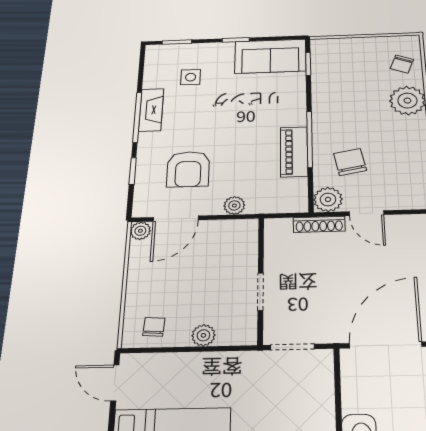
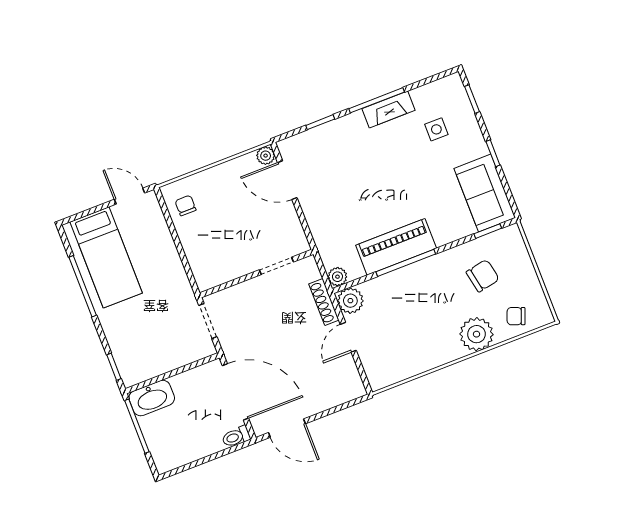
piano: (294, 152) -> (396, 247), width x1.37, depth x1.33
chair: (350, 162) -> (483, 276), moved
armchair: (188, 169) -> (339, 170), removed
plant: (234, 205) -> (337, 277), moved
doorway: (261, 291) -> (276, 266), moved
chair: (154, 327) -> (186, 205), turned -94
plant: (203, 335) -> (193, 248), removed
door: (115, 383) -> (129, 196), hinge flipped

